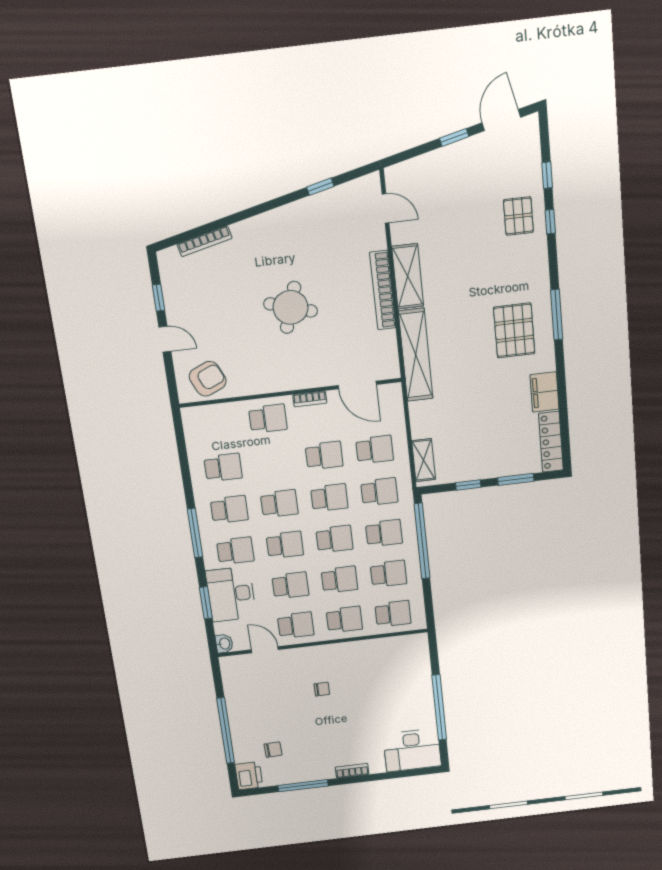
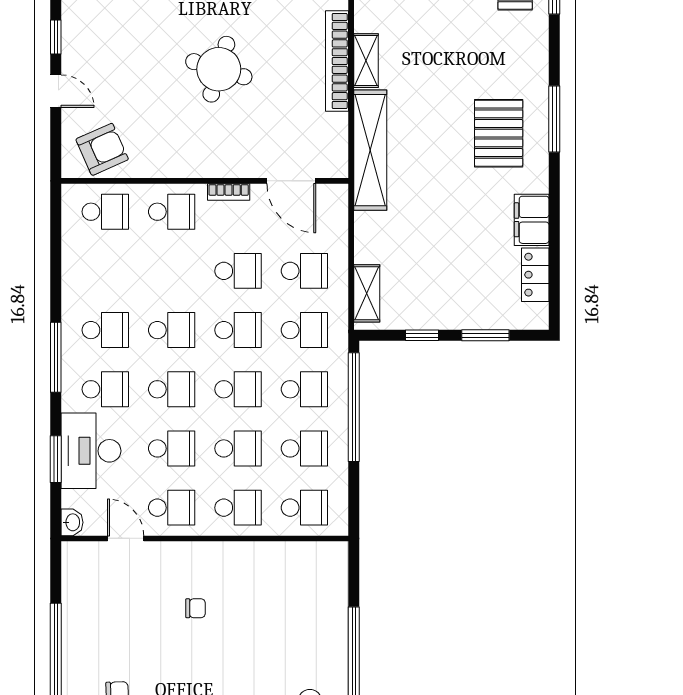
shelving: (408, 276) -> (366, 61), width x0.67, depth x0.75
locker: (551, 442) -> (535, 275), width x0.66
school desk: (223, 467) -> (105, 212), moved

